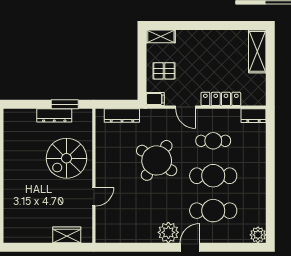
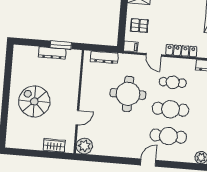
spiral stairs: (66, 158) -> (34, 101), moved, turned 90
round table: (157, 160) -> (128, 94), turned -34
plant: (168, 232) -> (84, 146), moved

